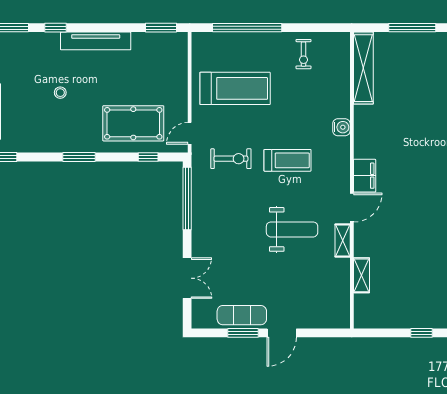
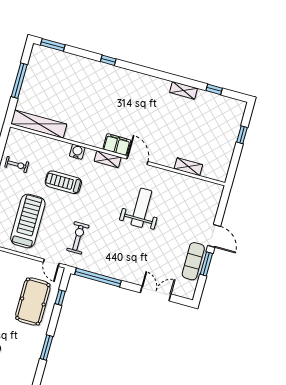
treadmill: (287, 160) -> (63, 182), moved, turned -90
shelving: (343, 240) -> (108, 159), moved

